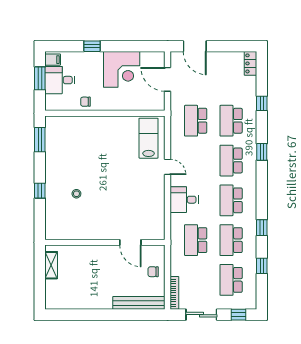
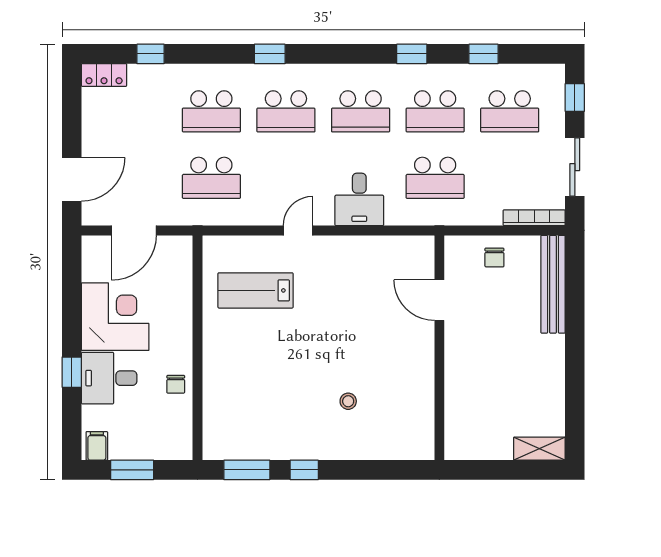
desk: (60, 80) -> (109, 378), moved, turned 90
window: (262, 103) -> (151, 54), moved
lab bench: (149, 138) -> (256, 290), moved
window: (40, 191) -> (304, 470), moved
door: (130, 242) -> (439, 300), swing flipped
shelving: (51, 265) -> (539, 449), moved

